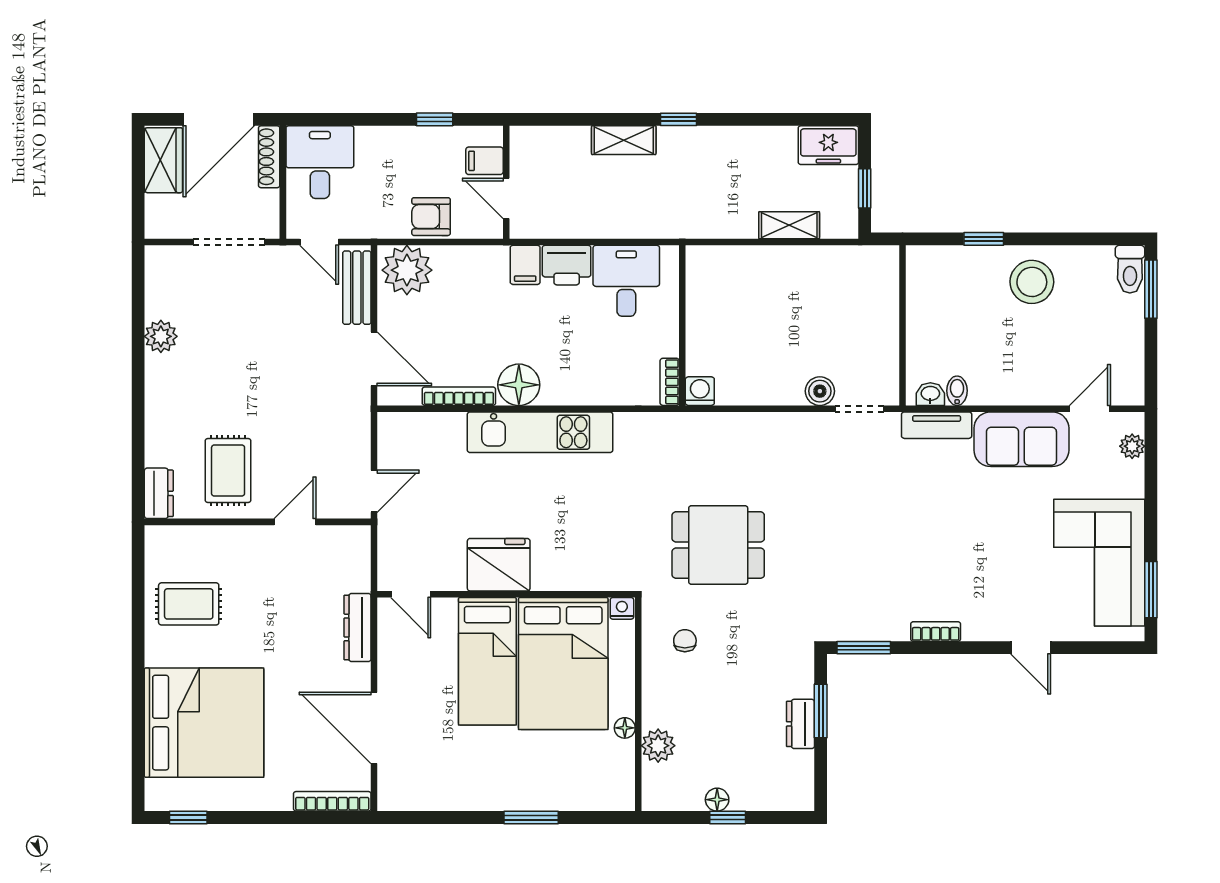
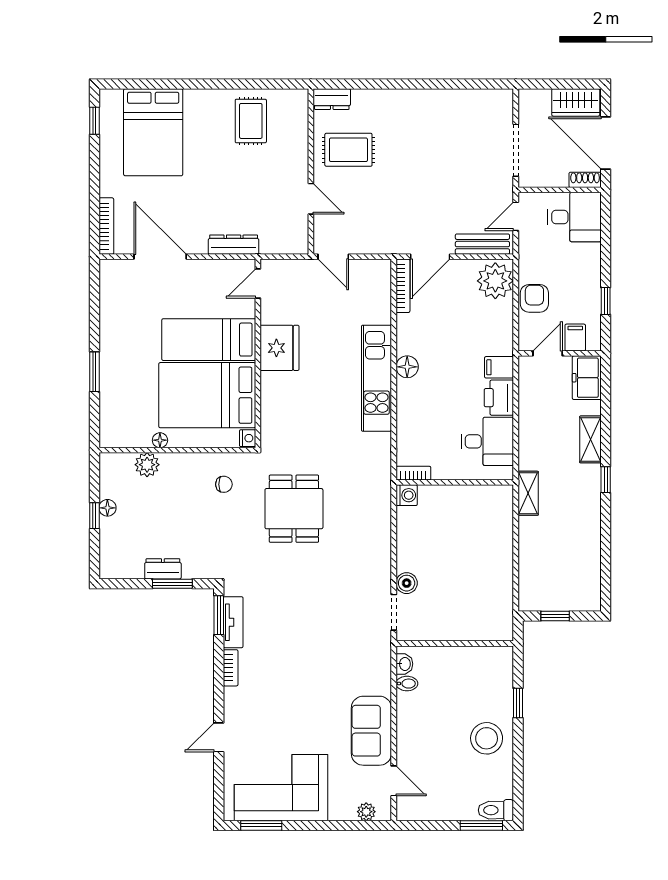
freezer: (828, 145) -> (587, 378), moved
shoe rack: (269, 157) -> (585, 180), width x0.70
shelving: (789, 225) -> (528, 493), moved
plant: (161, 336) -> (447, 101), removed
floor lamp: (519, 385) -> (407, 367), width x0.73, depth x0.73
bookcase: (459, 396) -> (403, 286), moved
tv unit: (937, 425) -> (233, 622), moved, turned 180
bed: (204, 723) -> (153, 132), width x0.73
door: (374, 728) -> (160, 257), hinge flipped

